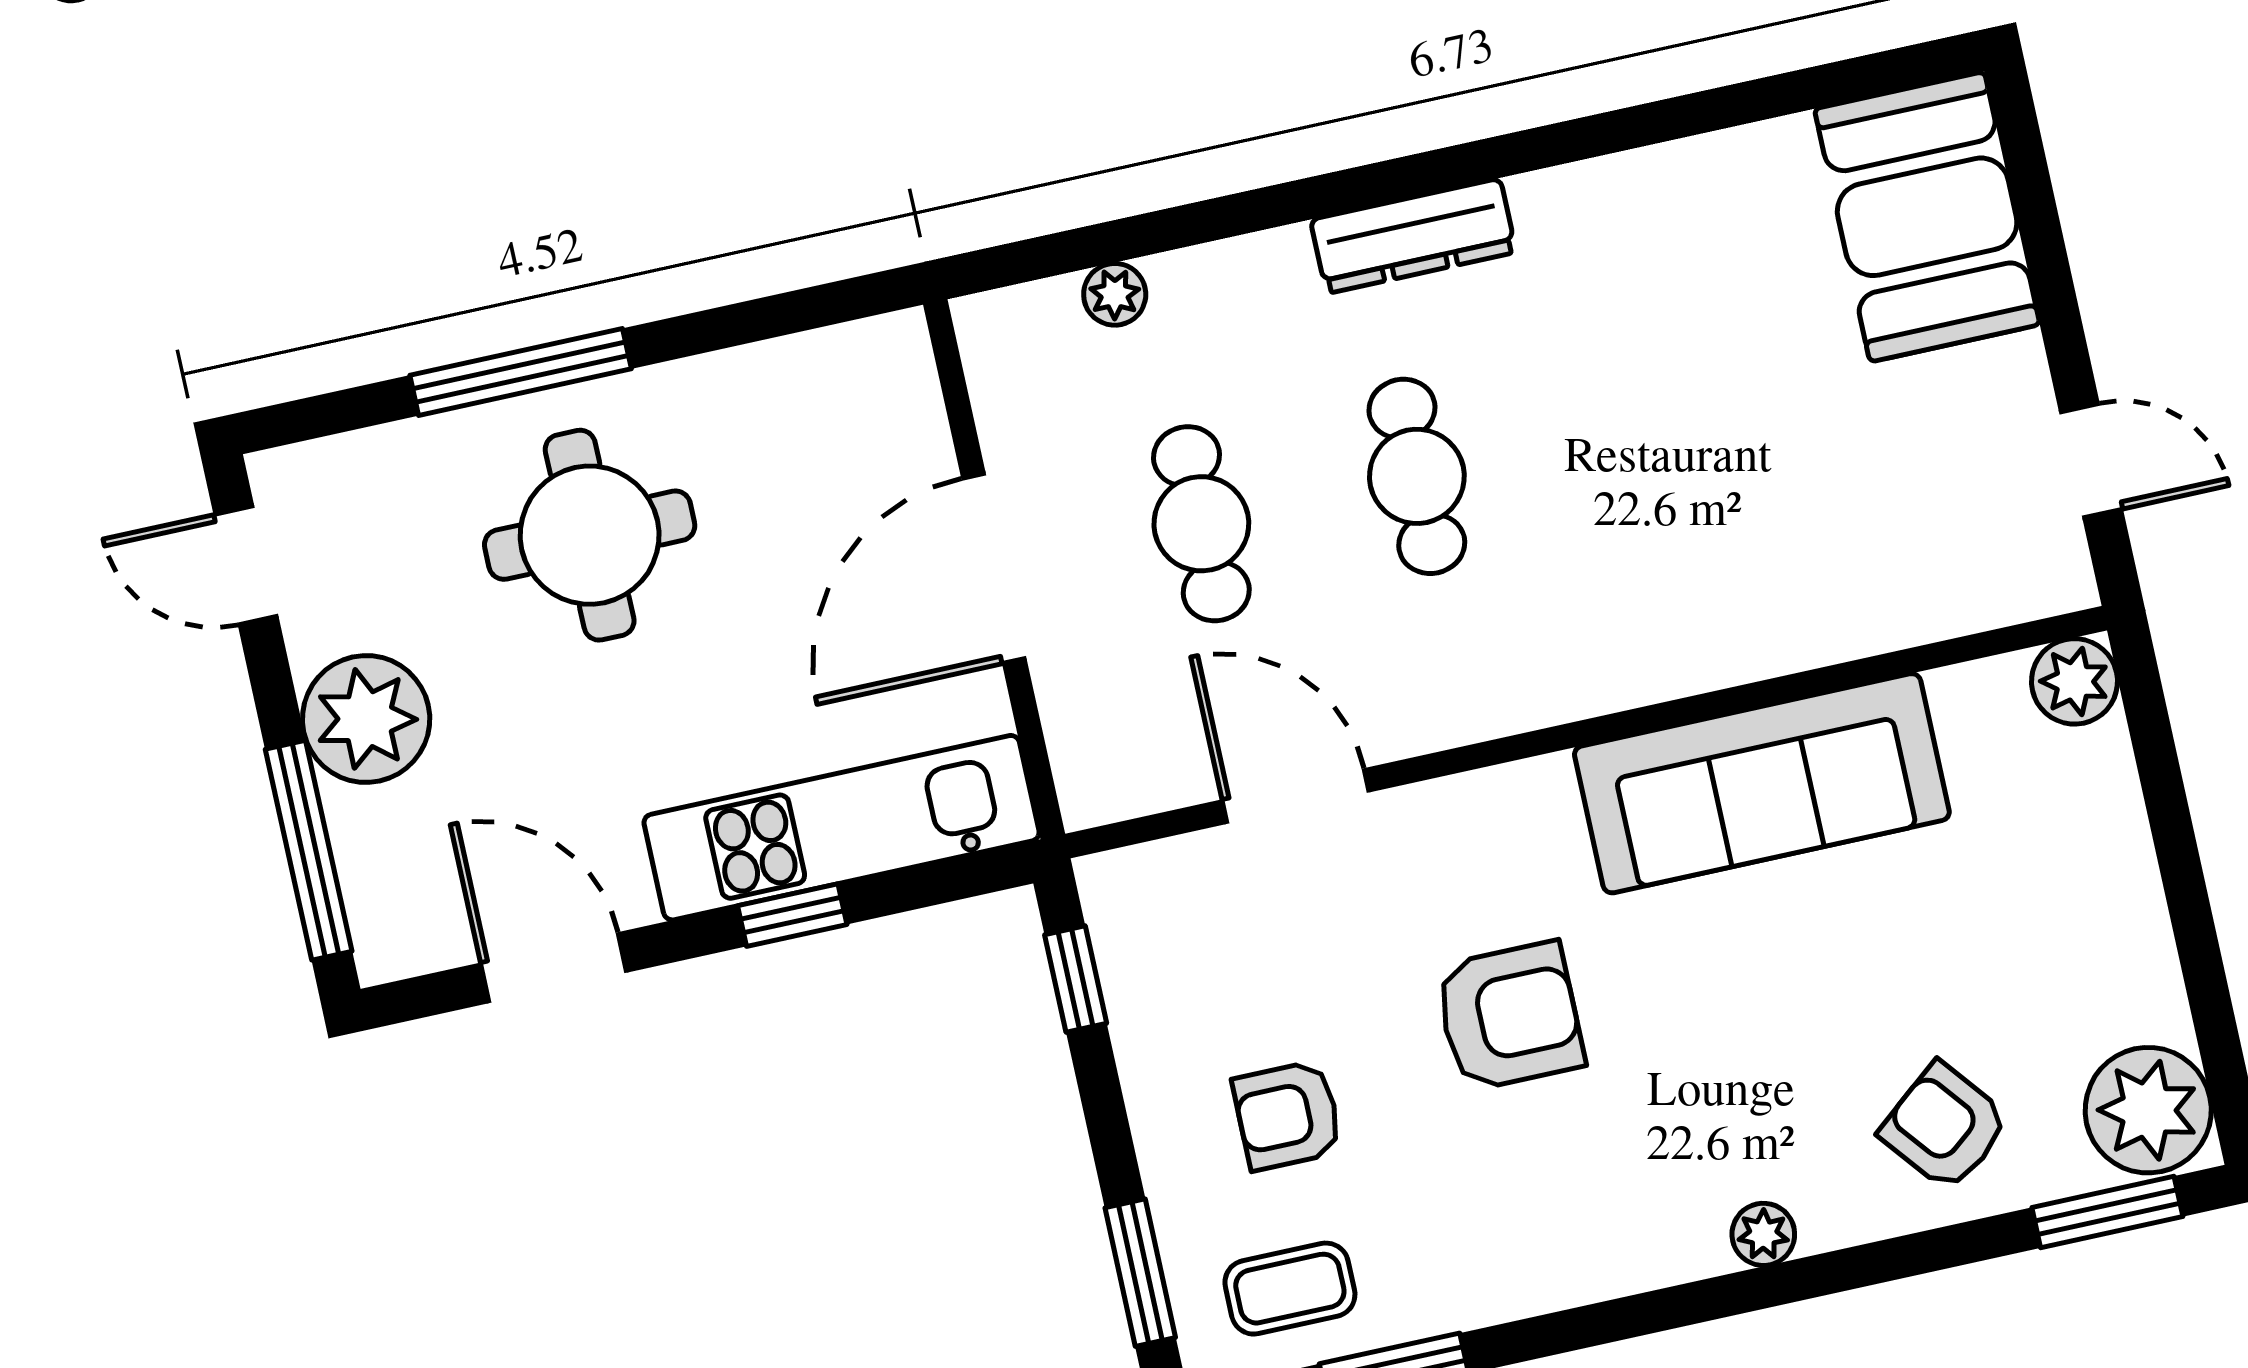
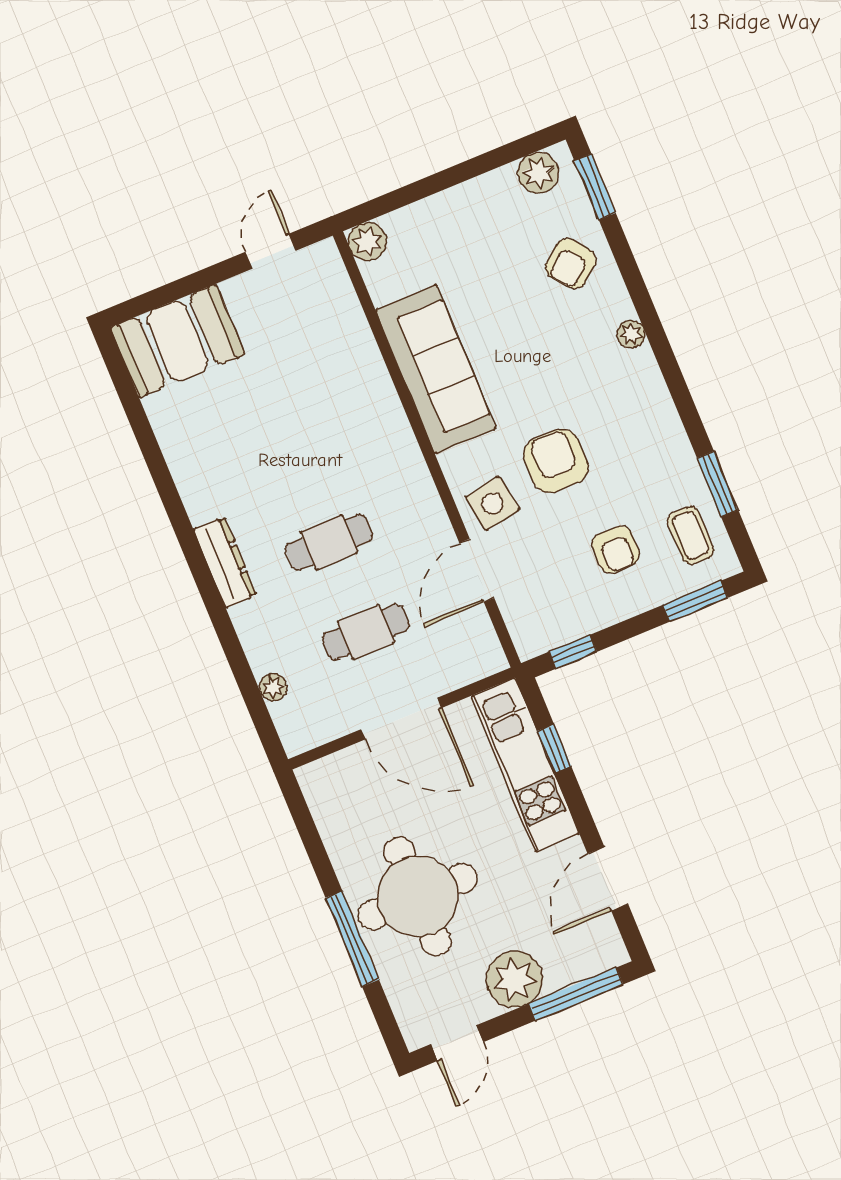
round table: (590, 535) -> (418, 896), width x1.36, depth x1.36
side table: (1439, 858) -> (492, 503), added
window: (792, 915) -> (554, 749), moved
plant: (2148, 1110) -> (538, 173), width x0.73, depth x0.73

